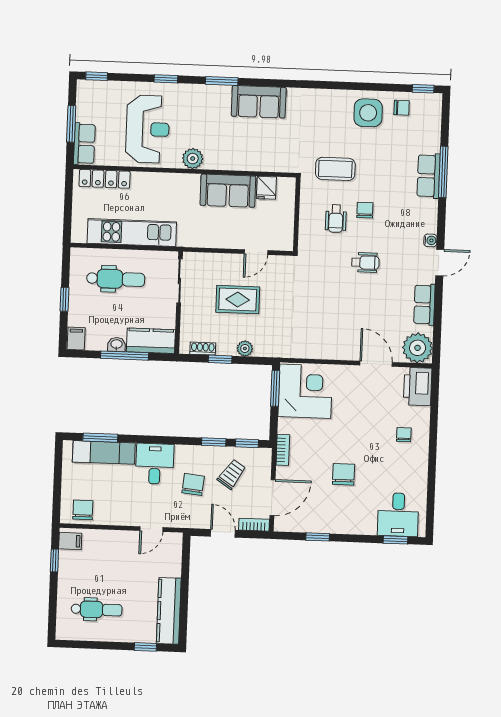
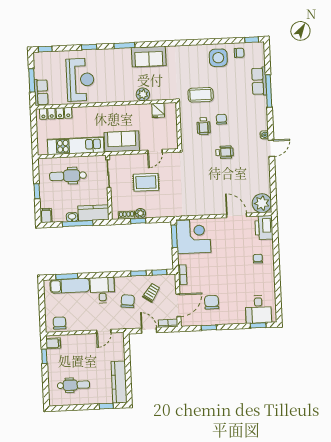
plant: (193, 159) -> (143, 94), moved
row of seats: (429, 176) -> (259, 81), moved
sofa: (228, 191) -> (122, 141), moved, turned 180
dental chair: (116, 279) -> (68, 176), turned 180
row of seats: (424, 305) -> (264, 176), removed
plant: (245, 348) -> (140, 213), moved
chair: (344, 474) -> (212, 302), moved

